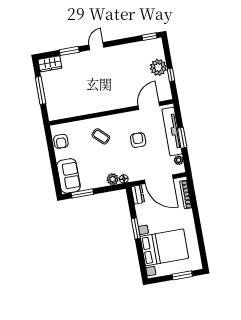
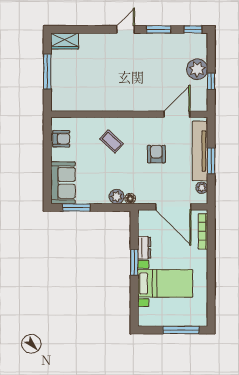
window: (69, 51) -> (159, 29), moved
armchair: (61, 141) -> (61, 139), turned -90
dresser: (138, 195) -> (144, 248), moved
bed with nightstands: (164, 247) -> (165, 283), width x0.73
window: (182, 275) -> (181, 330), width x1.44

